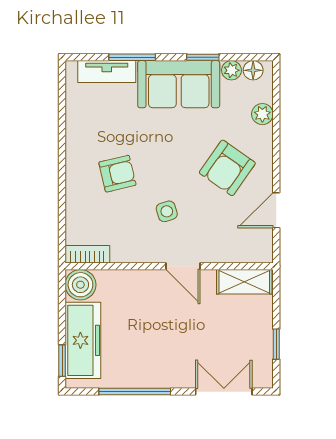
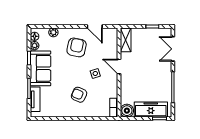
armchair: (227, 168) -> (77, 47), turned -113
armchair: (117, 174) -> (79, 95), turned -53
door: (183, 266) -> (119, 66), swing flipped

